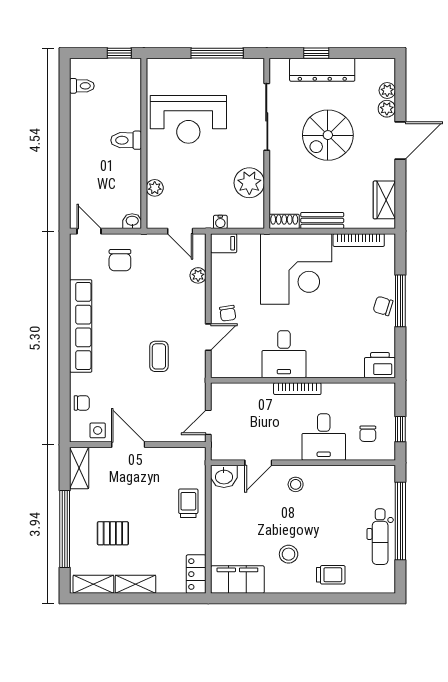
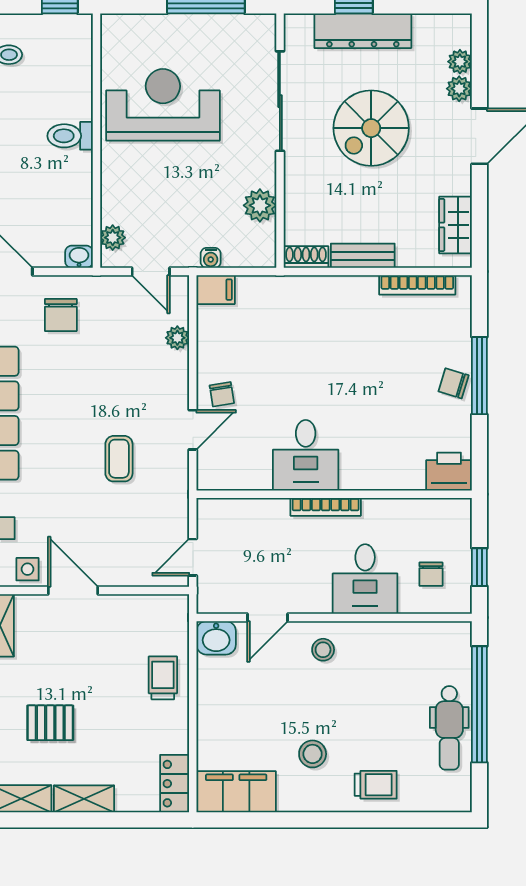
reception desk: (188, 119) -> (163, 105), turned 180
plant: (249, 183) -> (260, 205), width x0.73, depth x0.73
plant: (155, 188) -> (113, 238), moved
corner desk: (296, 269) -> (324, 328), removed

